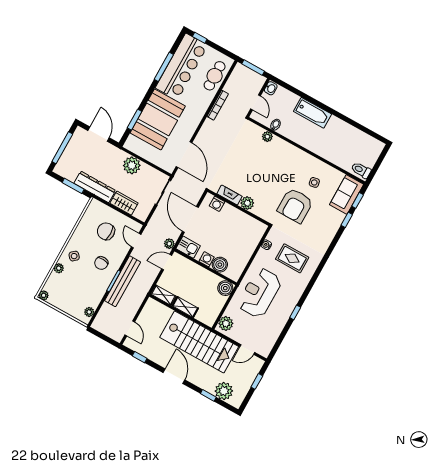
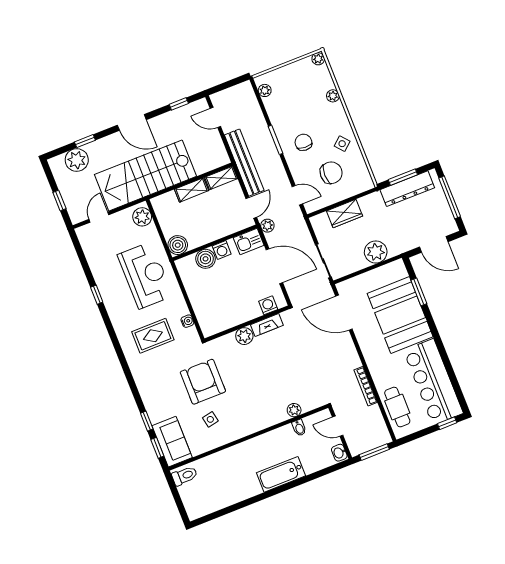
window: (164, 67) -> (447, 364), removed
dresser: (95, 187) -> (407, 189), moved
side table: (74, 256) -> (342, 144), moved
bench: (123, 281) -> (244, 163), moved

